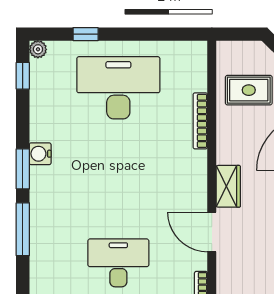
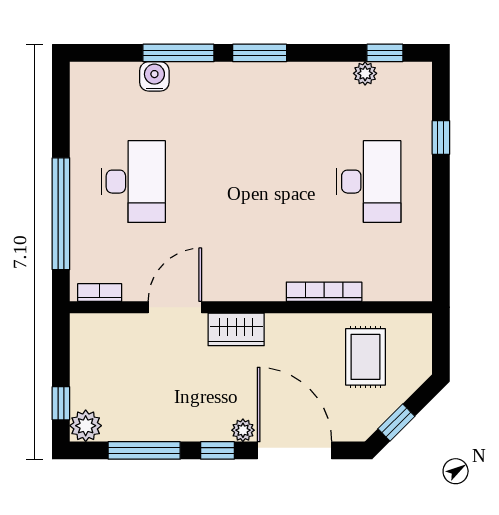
plant: (38, 49) -> (365, 73), moved
desk: (118, 88) -> (369, 182), width x0.73, depth x0.77
water cooler: (40, 154) -> (154, 76), moved

